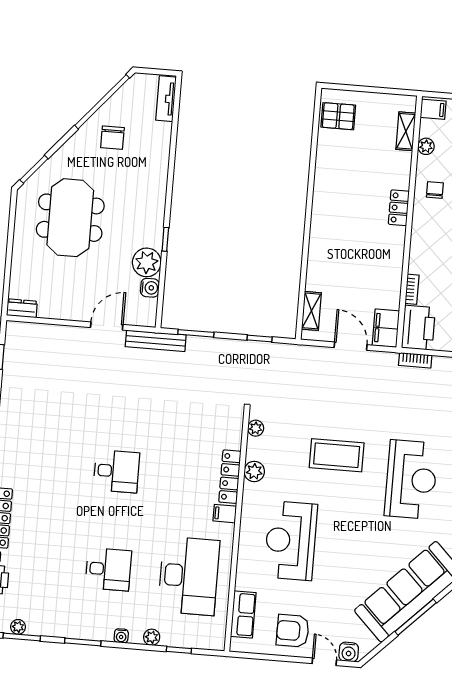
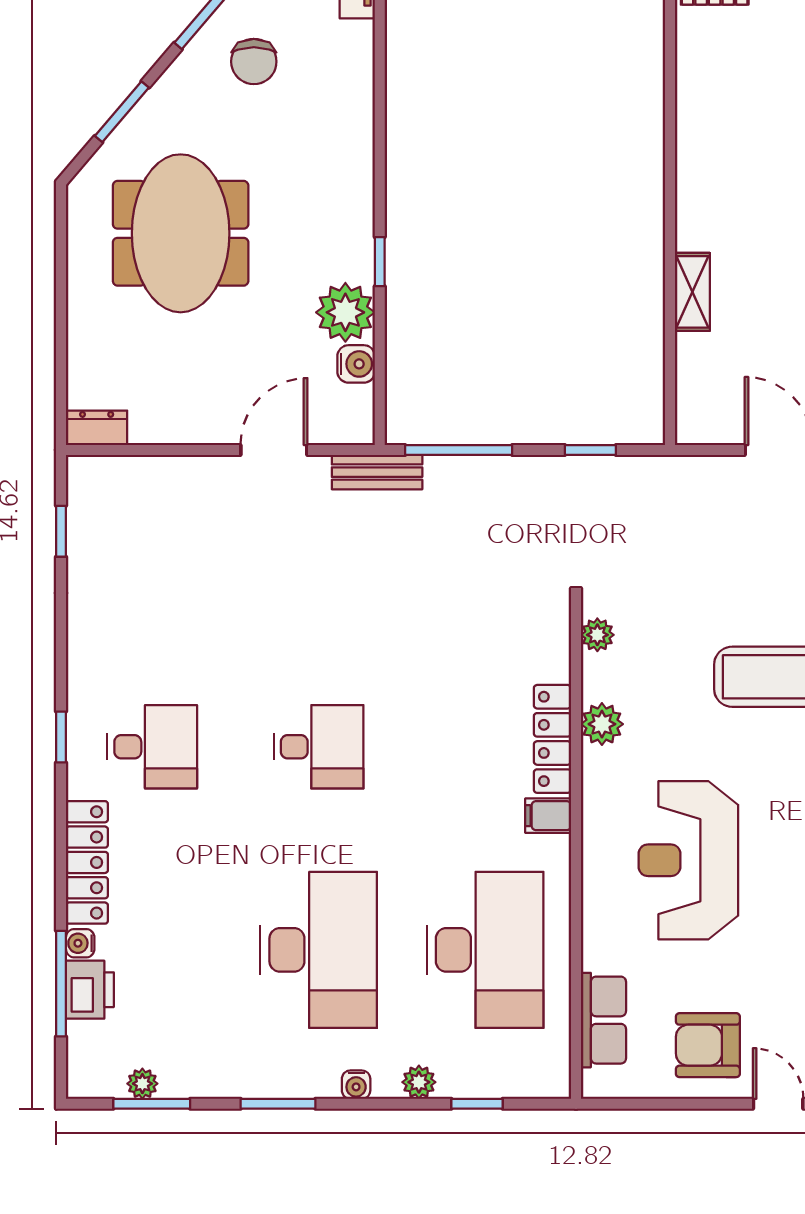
window: (34, 169) -> (122, 112), moved
shelving: (311, 311) -> (692, 292), moved
window: (196, 333) -> (459, 450), width x1.44
bench: (156, 341) -> (377, 472), width x0.73
desk: (36, 465) -> (152, 747), added
desk: (108, 569) -> (319, 950), width x1.87, depth x1.30

